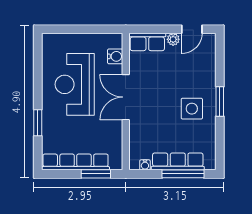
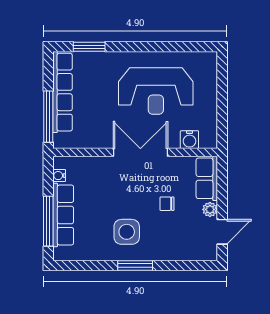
door: (192, 29) -> (222, 232), swing flipped
chair: (168, 75) -> (167, 204), added
reception desk: (75, 84) -> (156, 91), turned 180
window: (38, 123) -> (89, 47), moved
window: (96, 174) -> (48, 117), width x1.44

